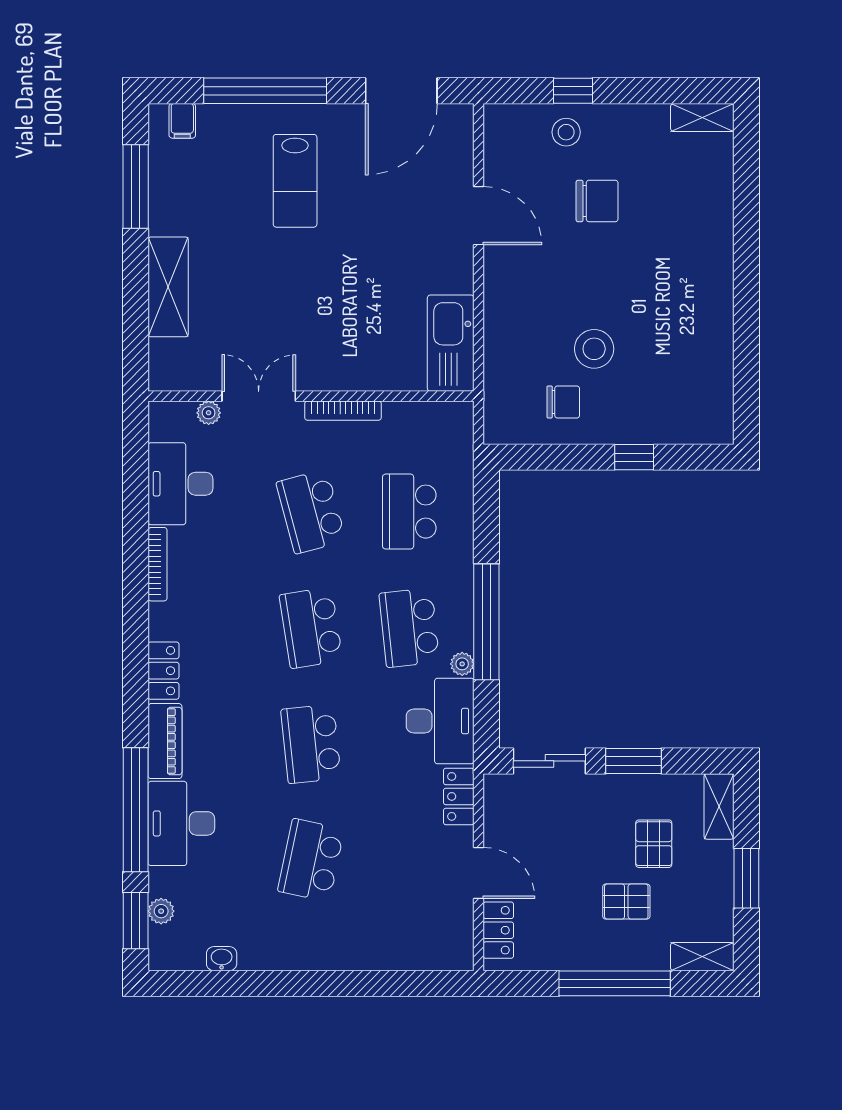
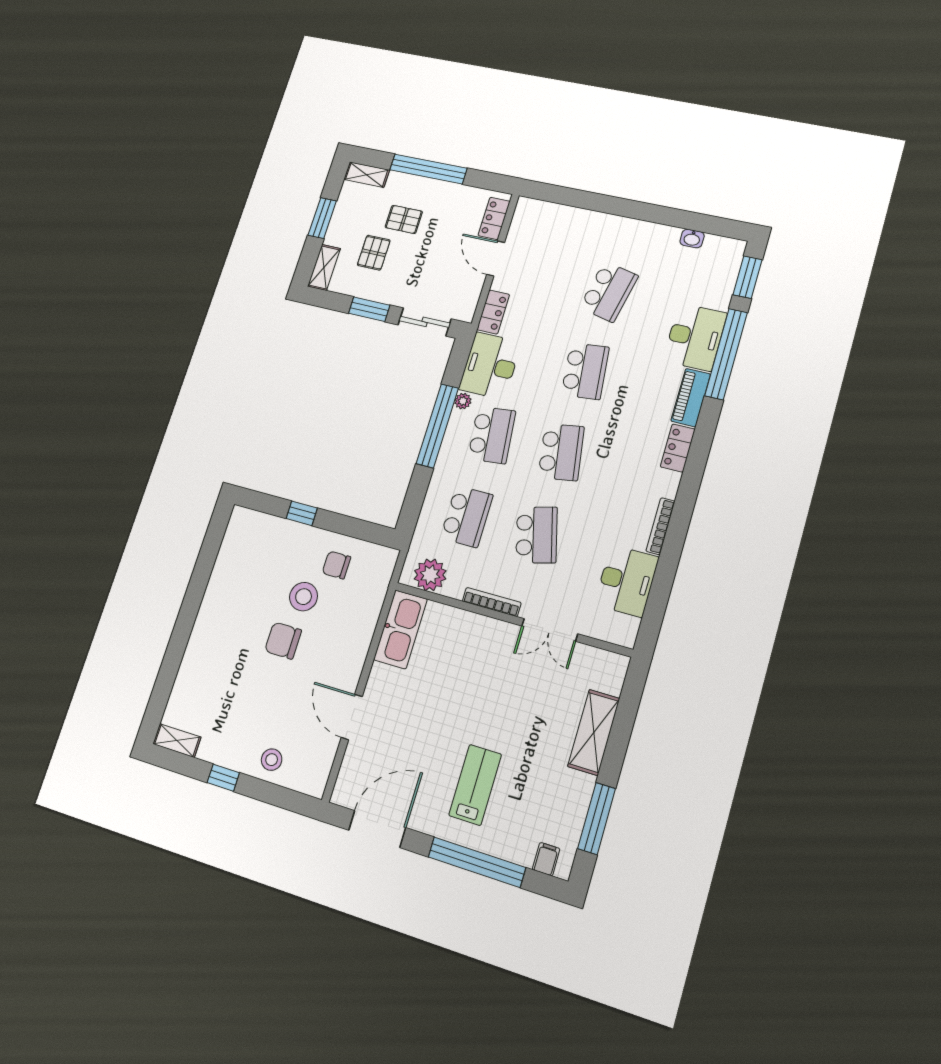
window: (573, 91) -> (223, 778), moved
chair: (597, 201) -> (283, 641), moved
plant: (209, 413) -> (430, 575), moved, width x1.88, depth x1.88
plant: (161, 911) -> (727, 280), removed

